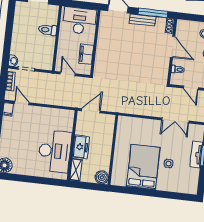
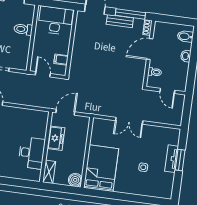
door: (173, 47) -> (150, 49), swing flipped
filing cabinet: (86, 54) -> (61, 60), width x0.50
double door: (175, 120) -> (129, 121), moved
freezer: (81, 147) -> (56, 138), moved
desk: (55, 151) -> (32, 153), width x0.73, depth x0.77
bed: (143, 167) -> (101, 168), moved

